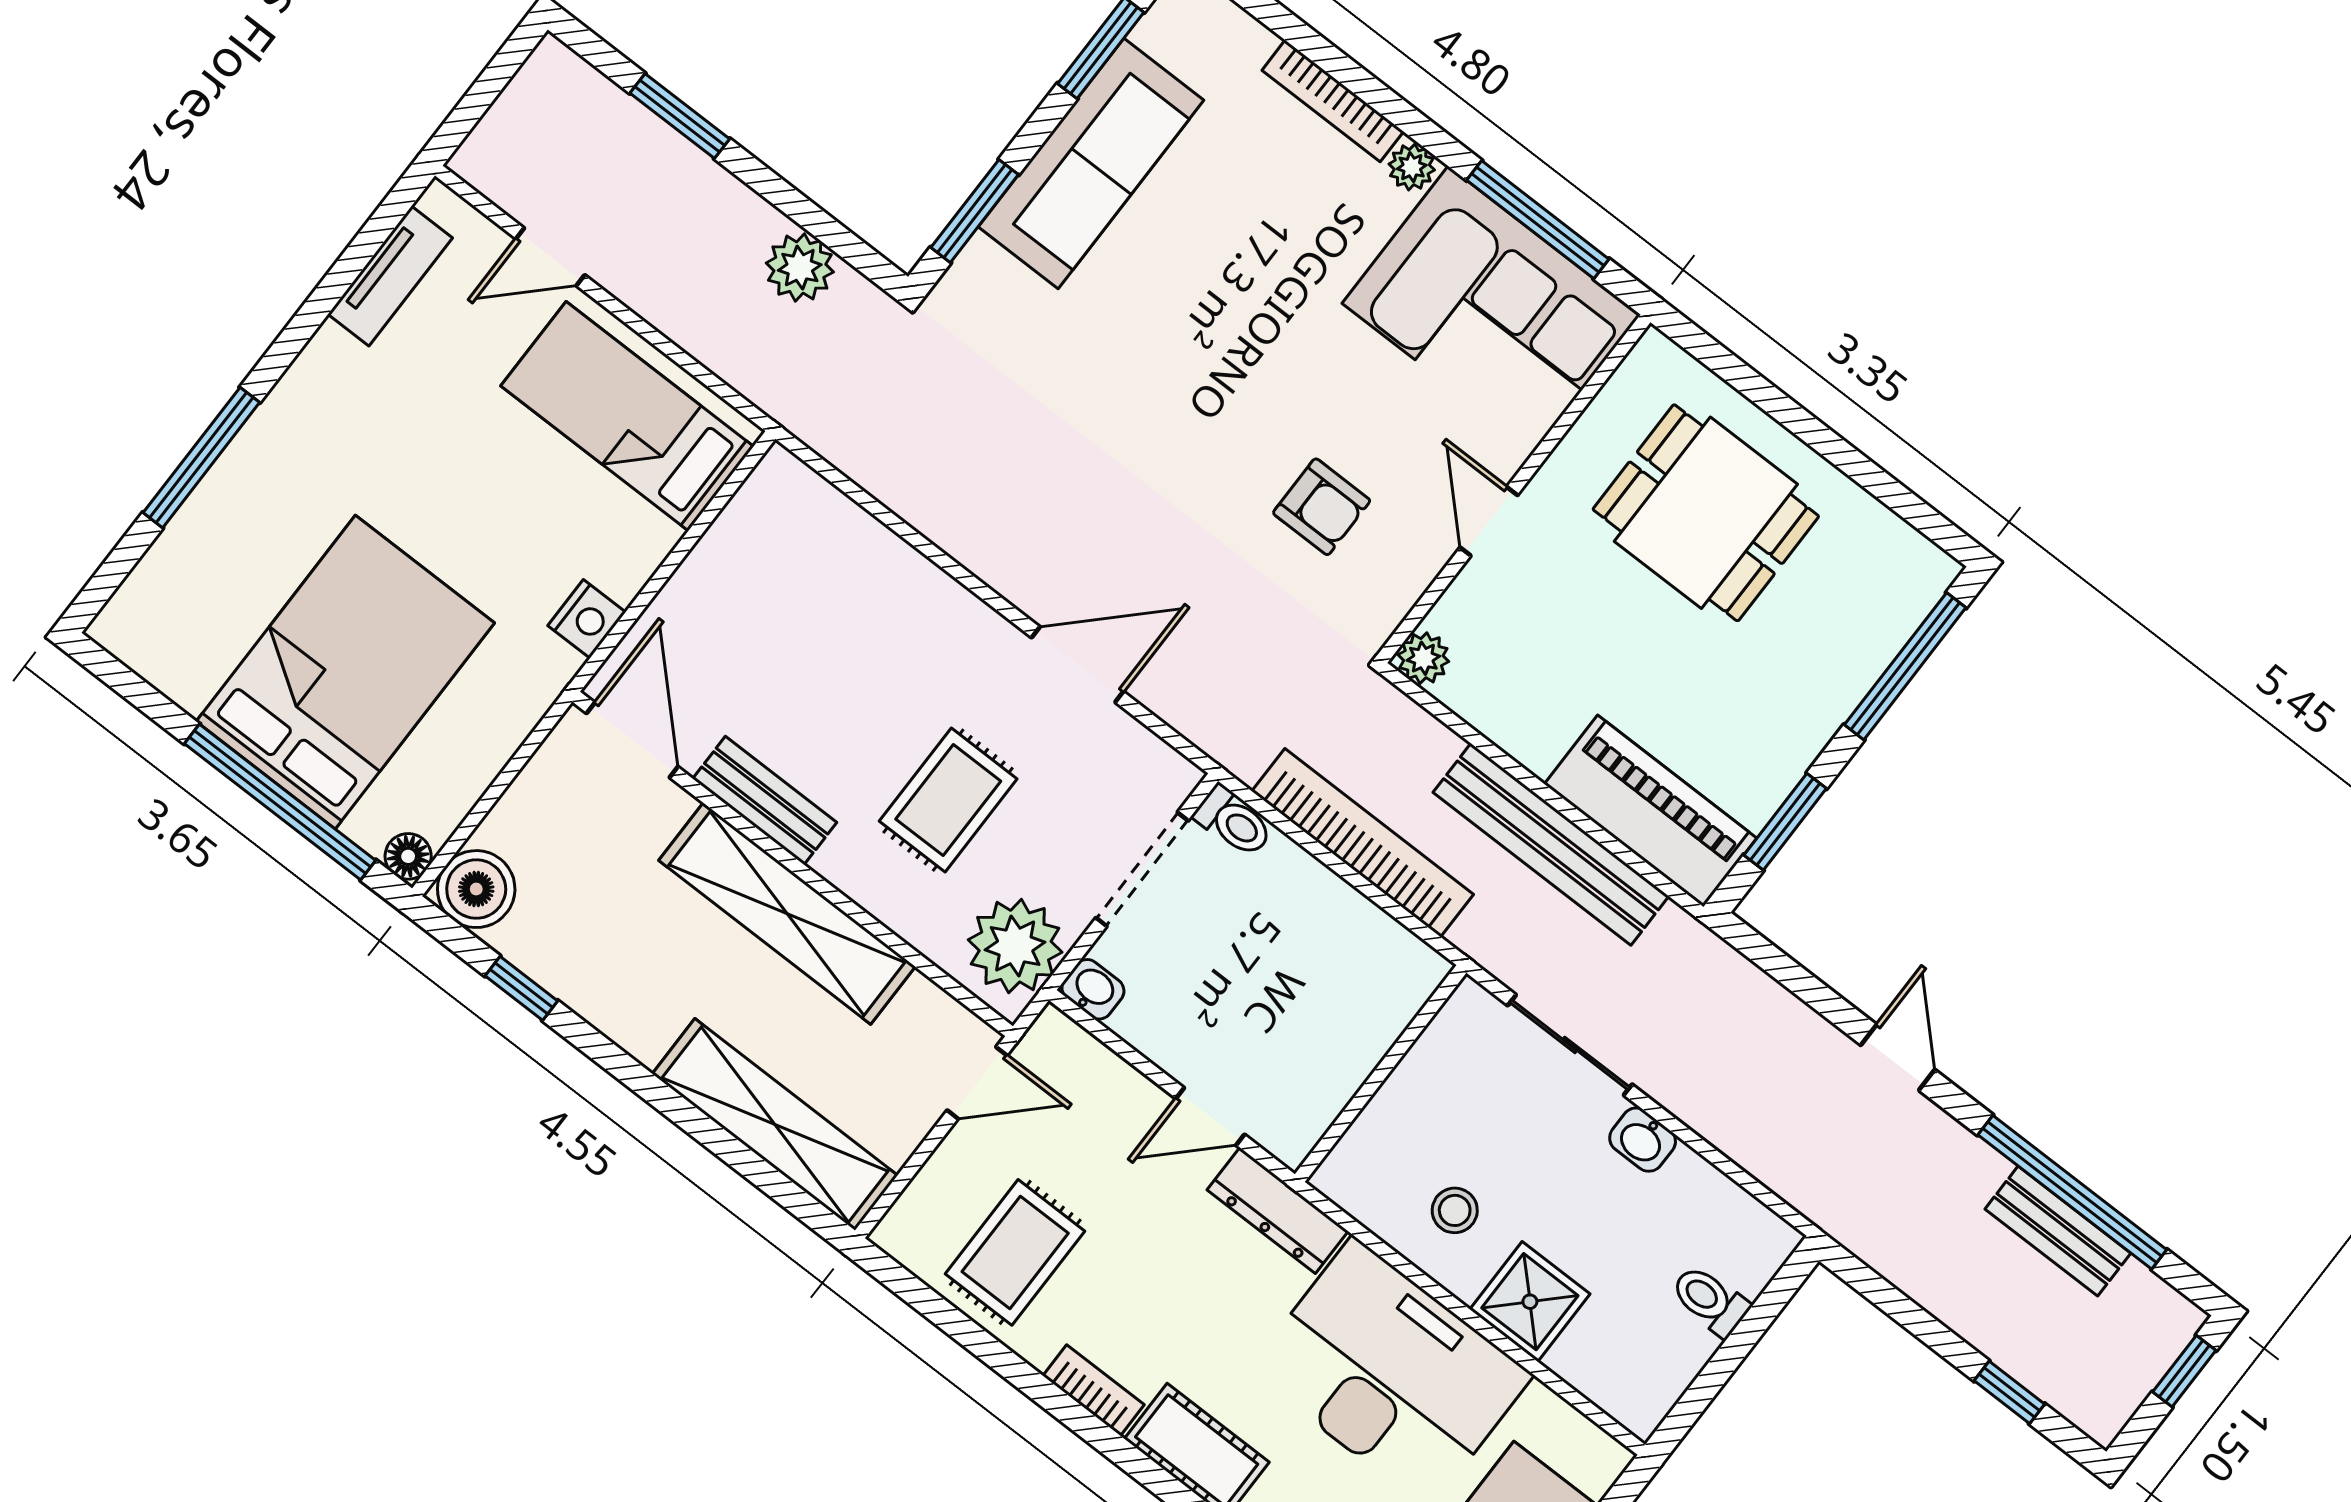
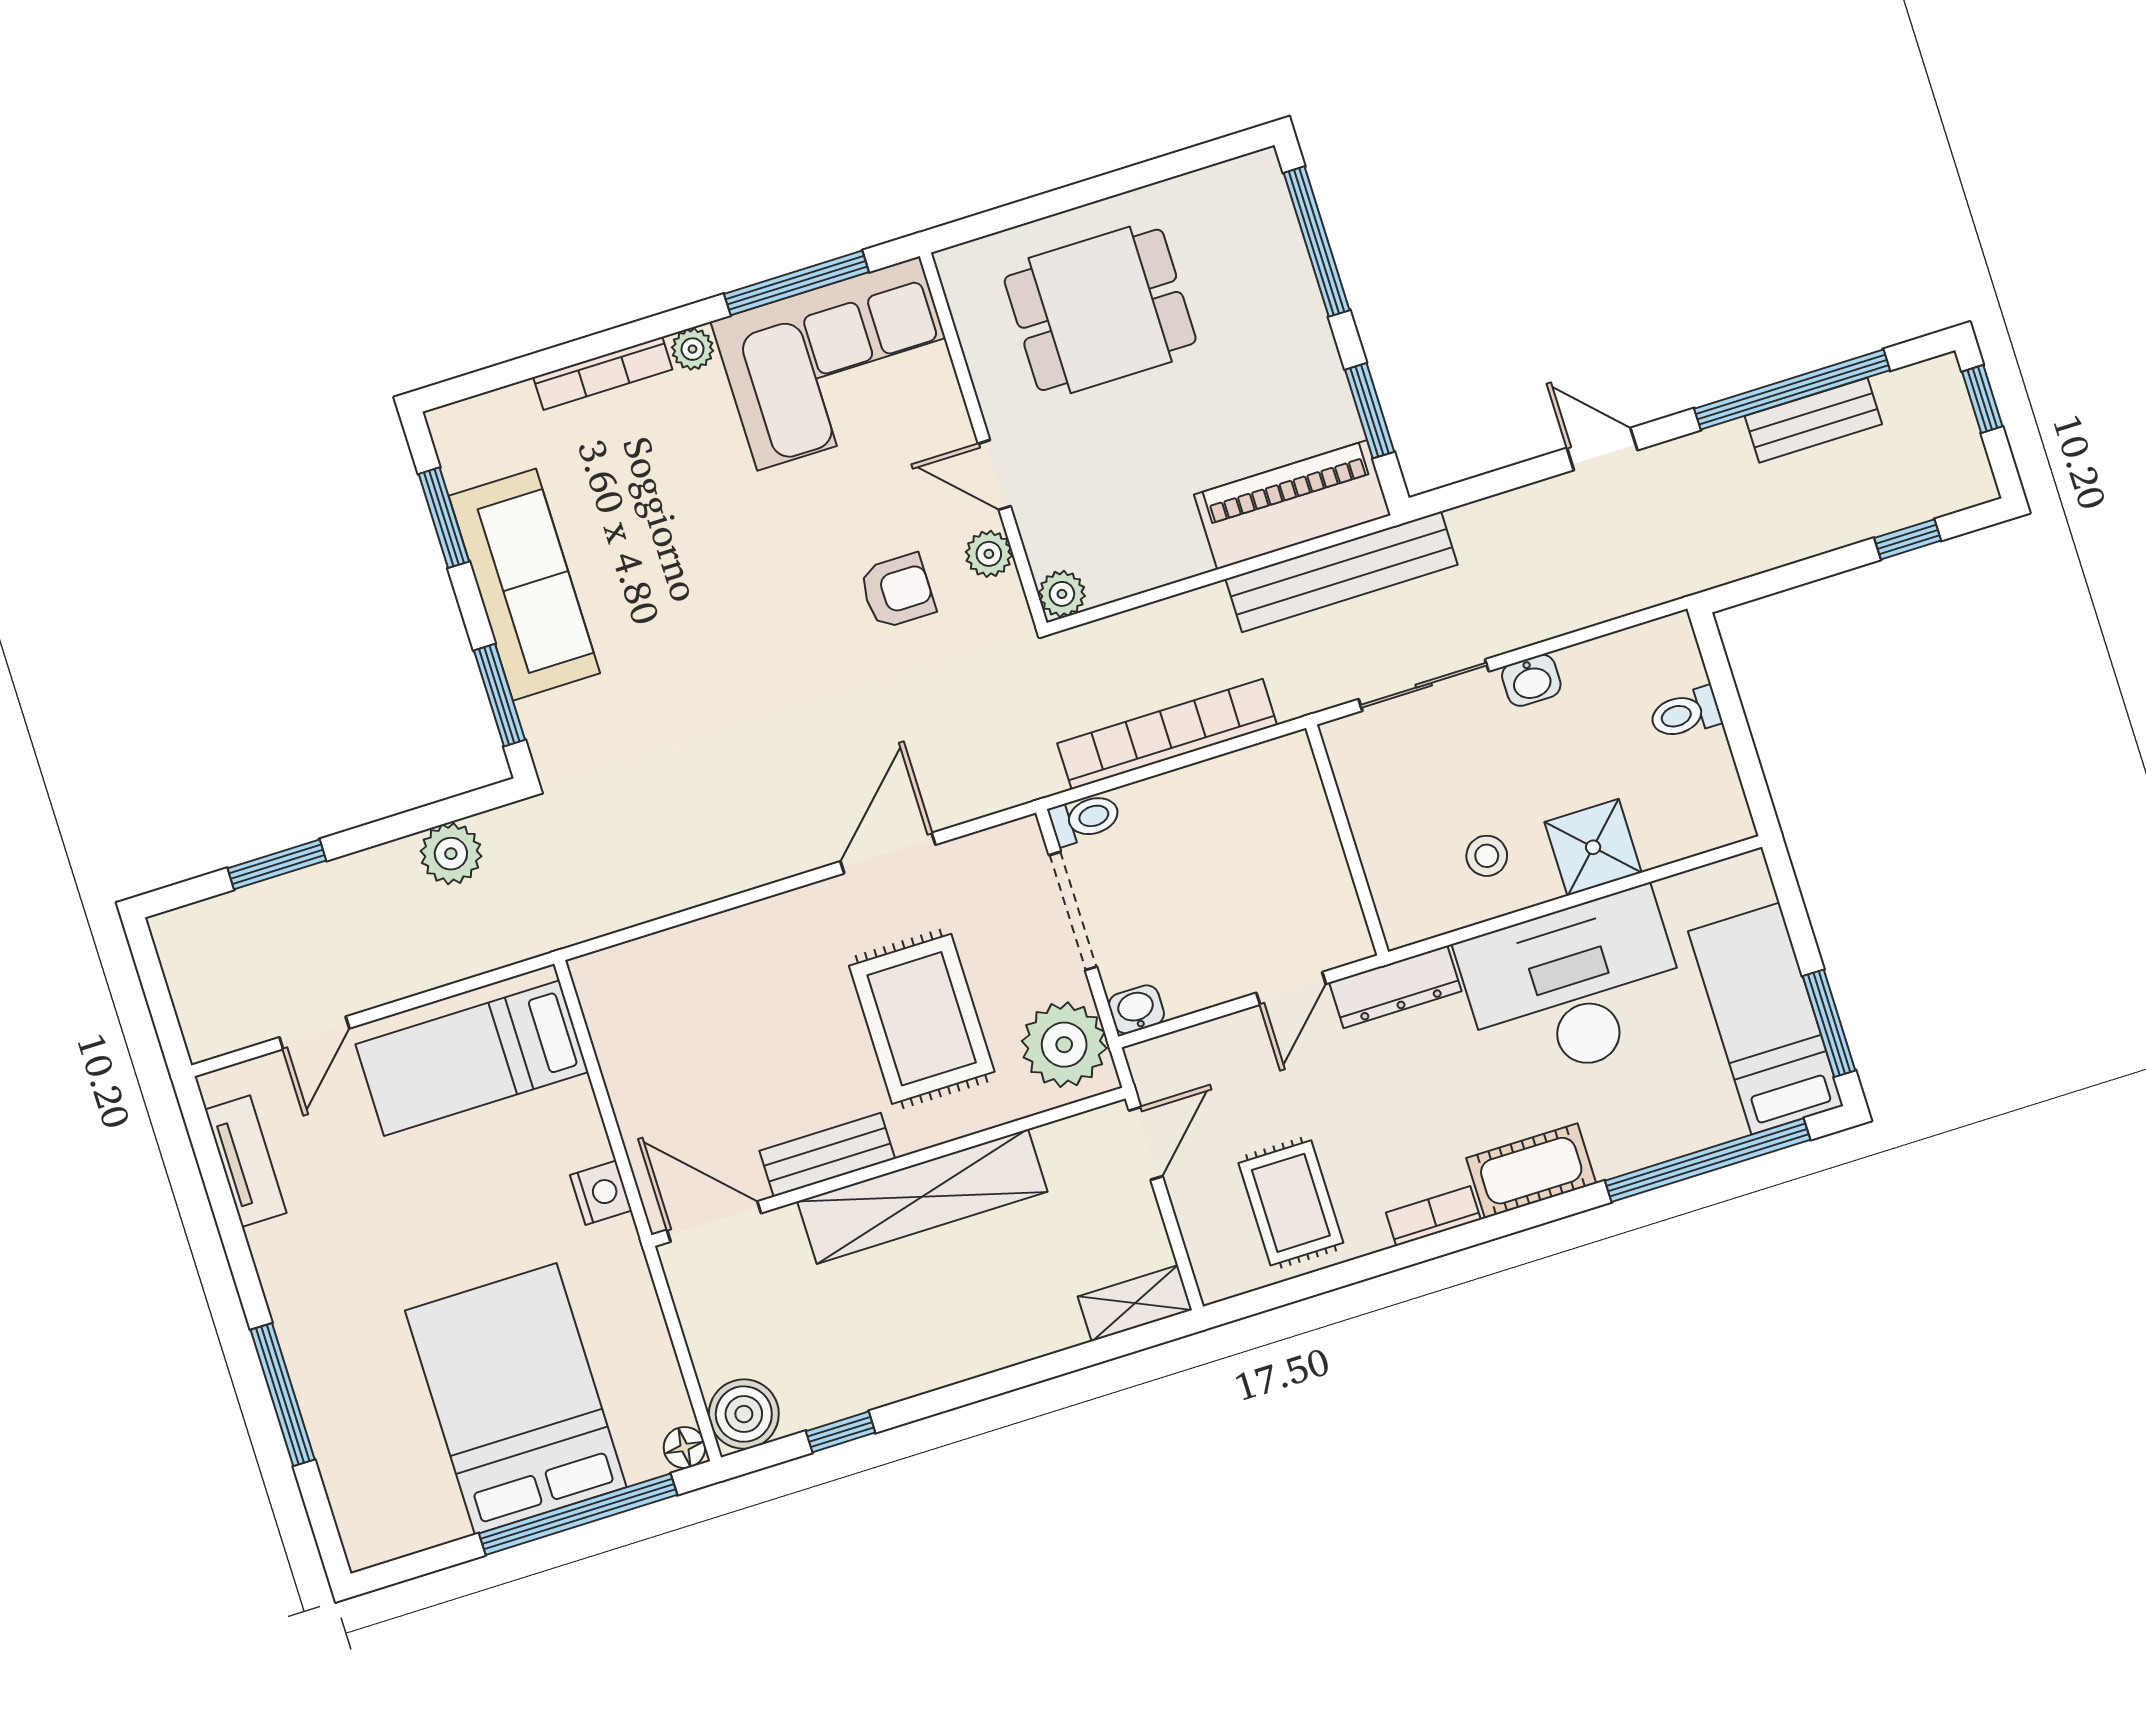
plant: (1413, 566) -> (989, 554), added
rug: (948, 800) -> (922, 1019), width x1.36, depth x1.43
bench: (1551, 844) -> (1342, 572), moved
shelving: (775, 1125) -> (1135, 1303), width x0.45, depth x0.75

